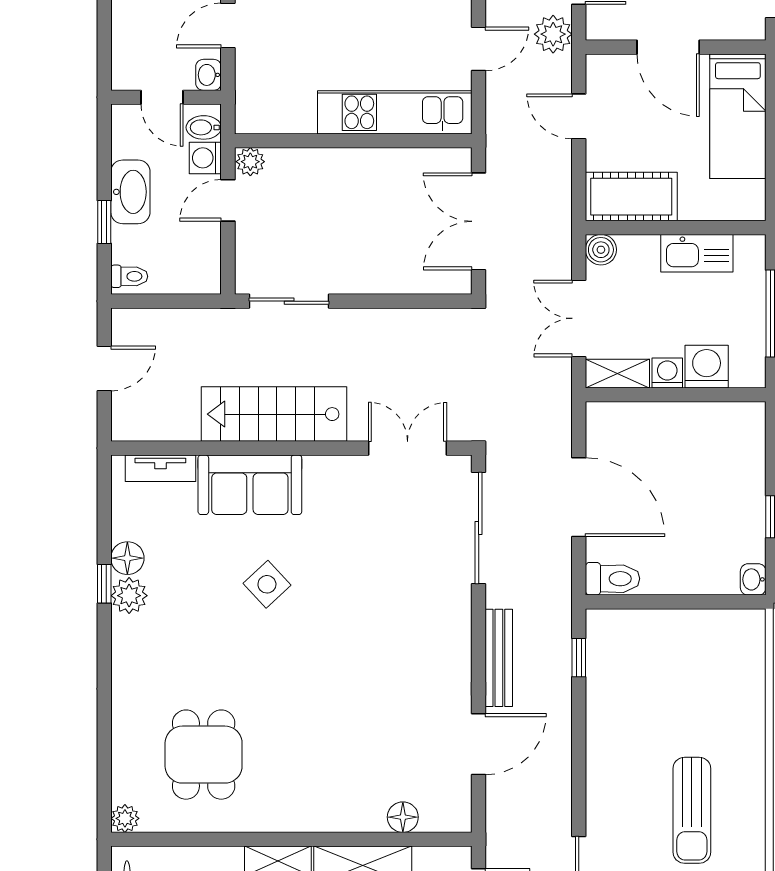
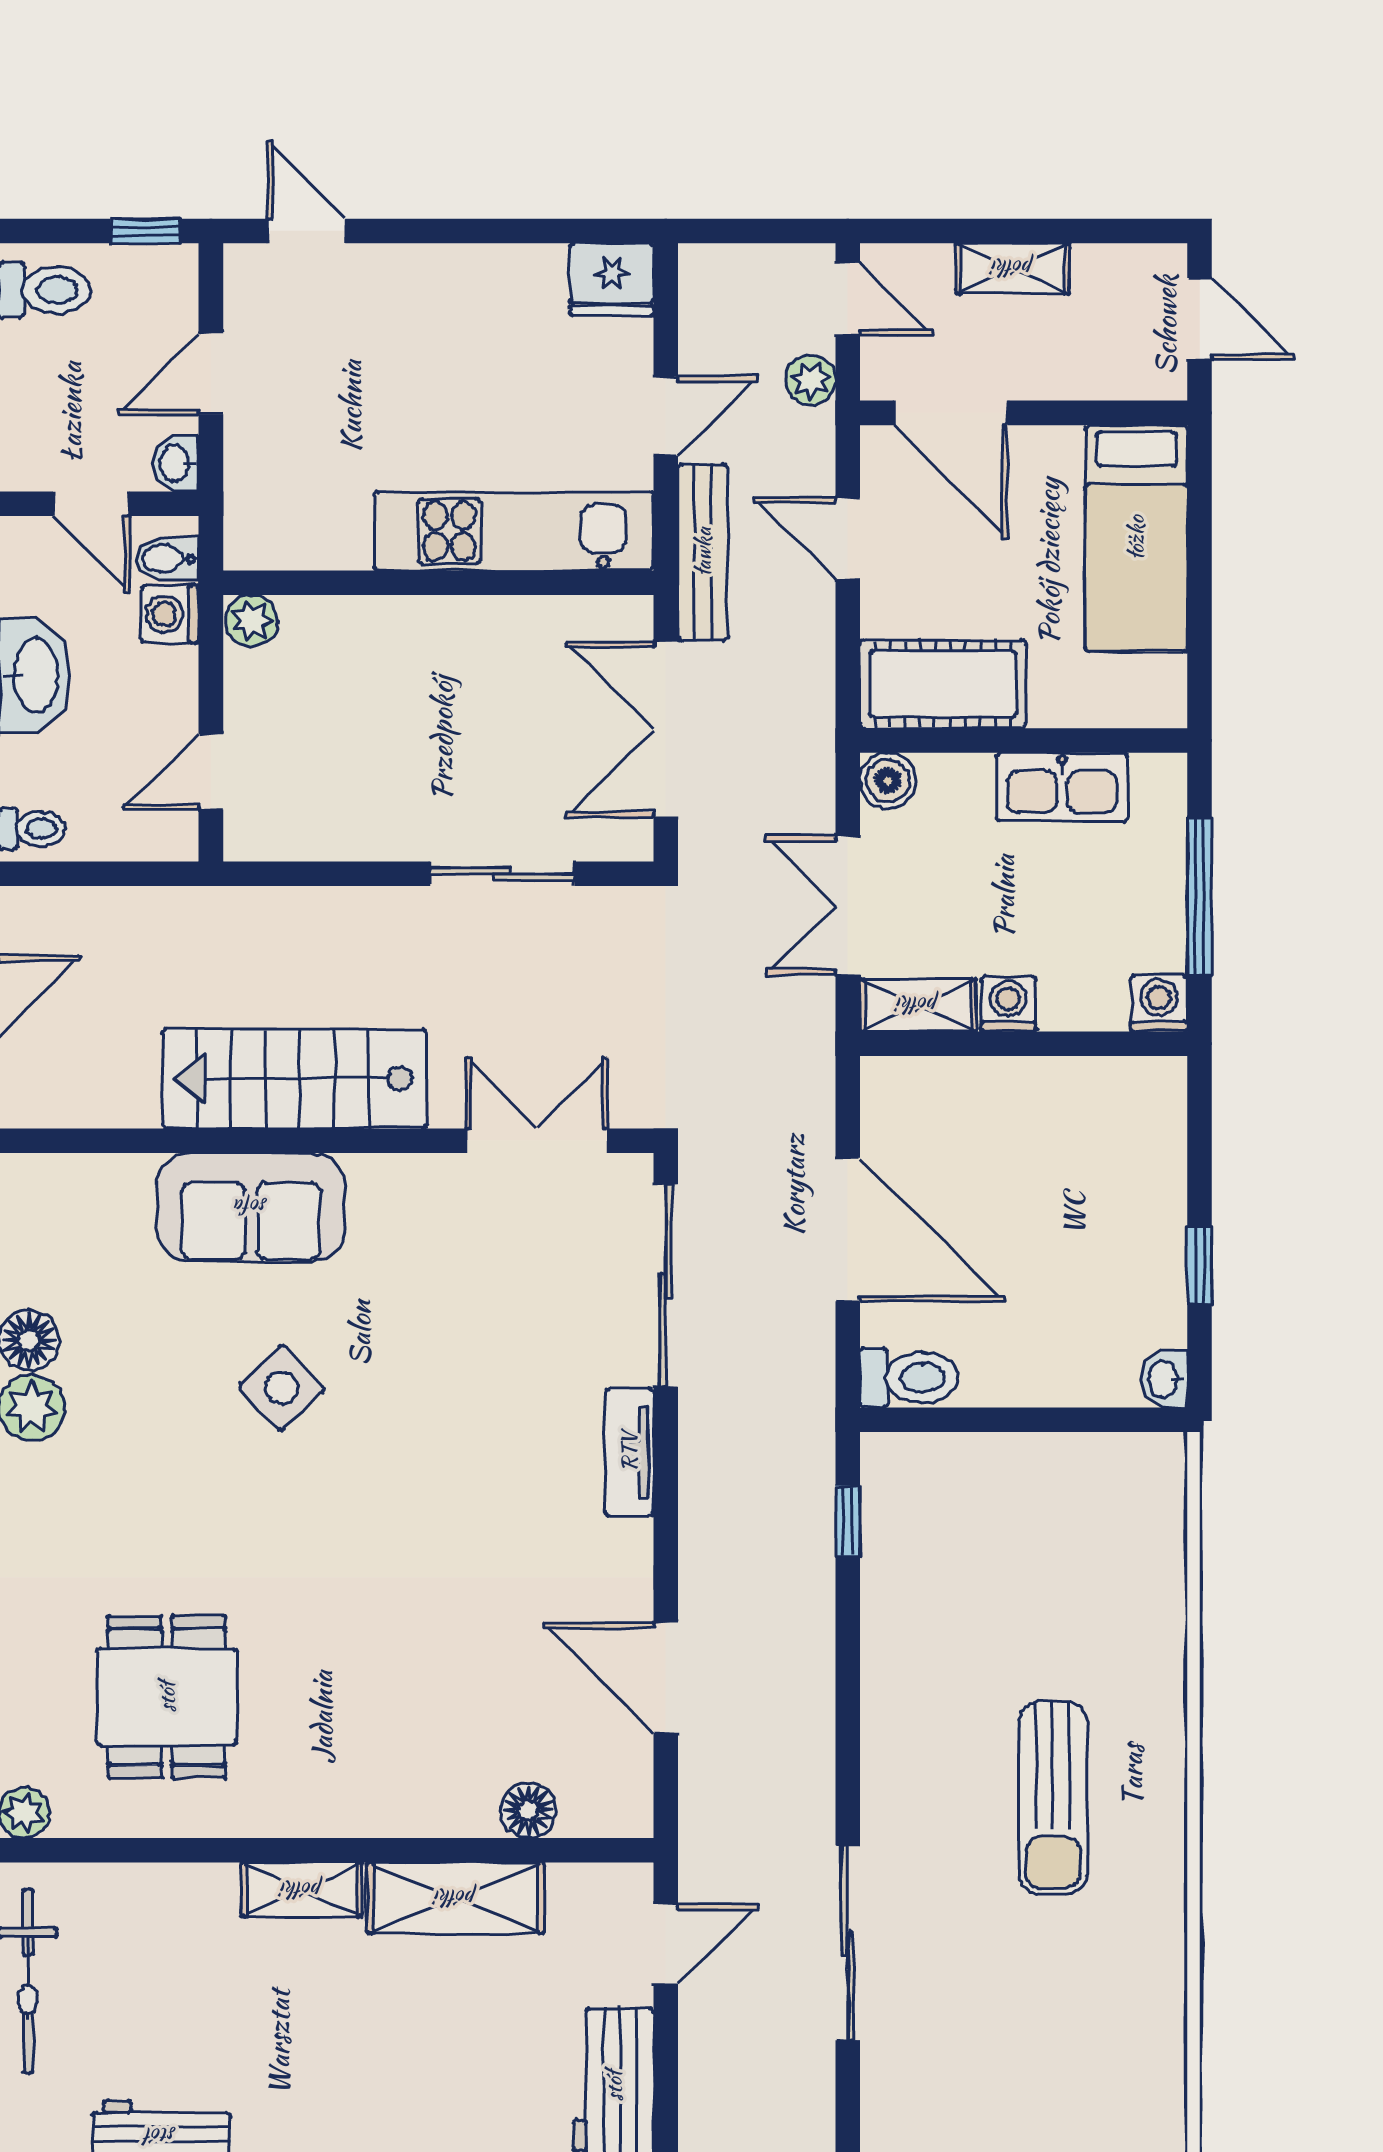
plant: (553, 34) -> (811, 380), width x0.73, depth x0.73
door: (668, 47) -> (951, 413), moved
door: (228, 200) -> (211, 772), moved
sliding door: (289, 301) -> (502, 874), moved
washing machine: (707, 367) -> (1159, 1003), moved, width x0.73, depth x0.73
tv unit: (160, 468) -> (629, 1452), moved, turned 90
bench: (499, 658) -> (703, 552), moved
door: (479, 744) -> (666, 1678), swing flipped

